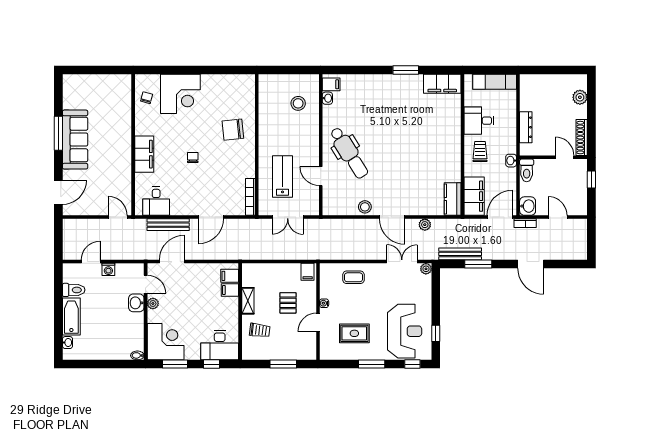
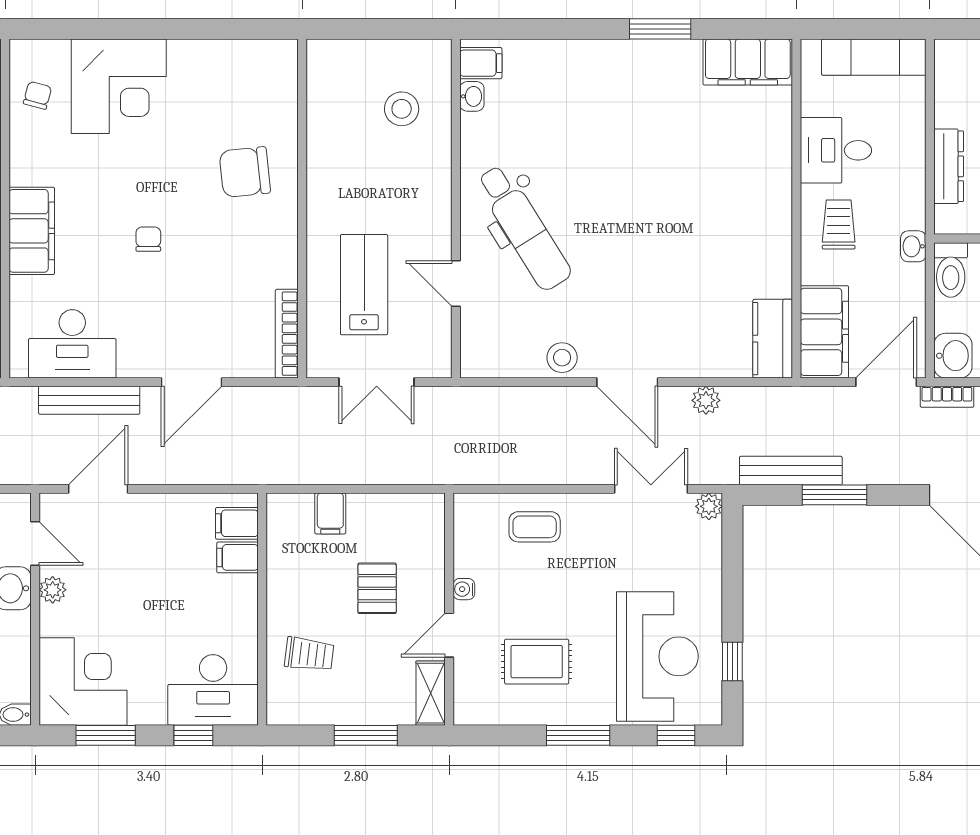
desk: (156, 201) -> (72, 344), width x1.37
filing cabinet: (308, 272) -> (330, 513), moved
shelving: (248, 301) -> (431, 693), moved

